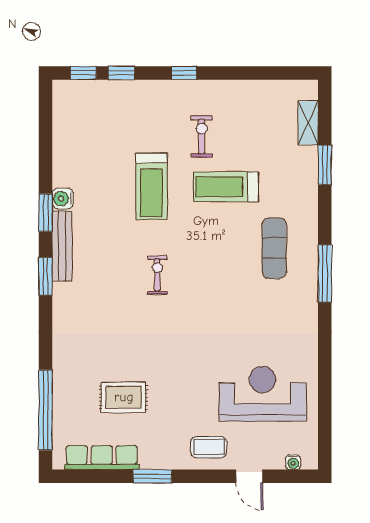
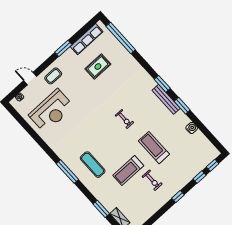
treadmill: (226, 187) -> (128, 171), turned 180
water cooler: (63, 199) -> (192, 128), moved

